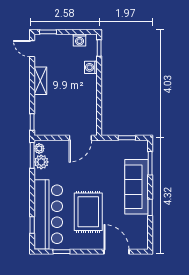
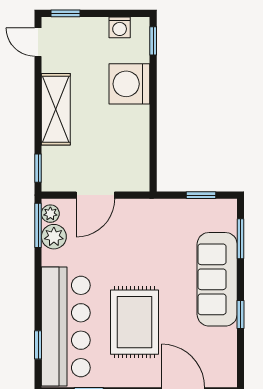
washing machine: (91, 67) -> (129, 84), width x1.89, depth x1.89
shelving: (40, 81) -> (56, 109), width x1.50, depth x1.33
door: (80, 138) -> (95, 195), moved

